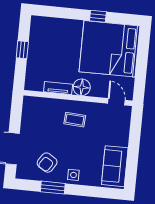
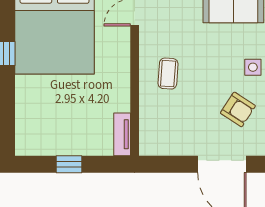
floor lamp: (82, 87) -> (117, 68), removed
tv unit: (58, 88) -> (122, 134), moved

